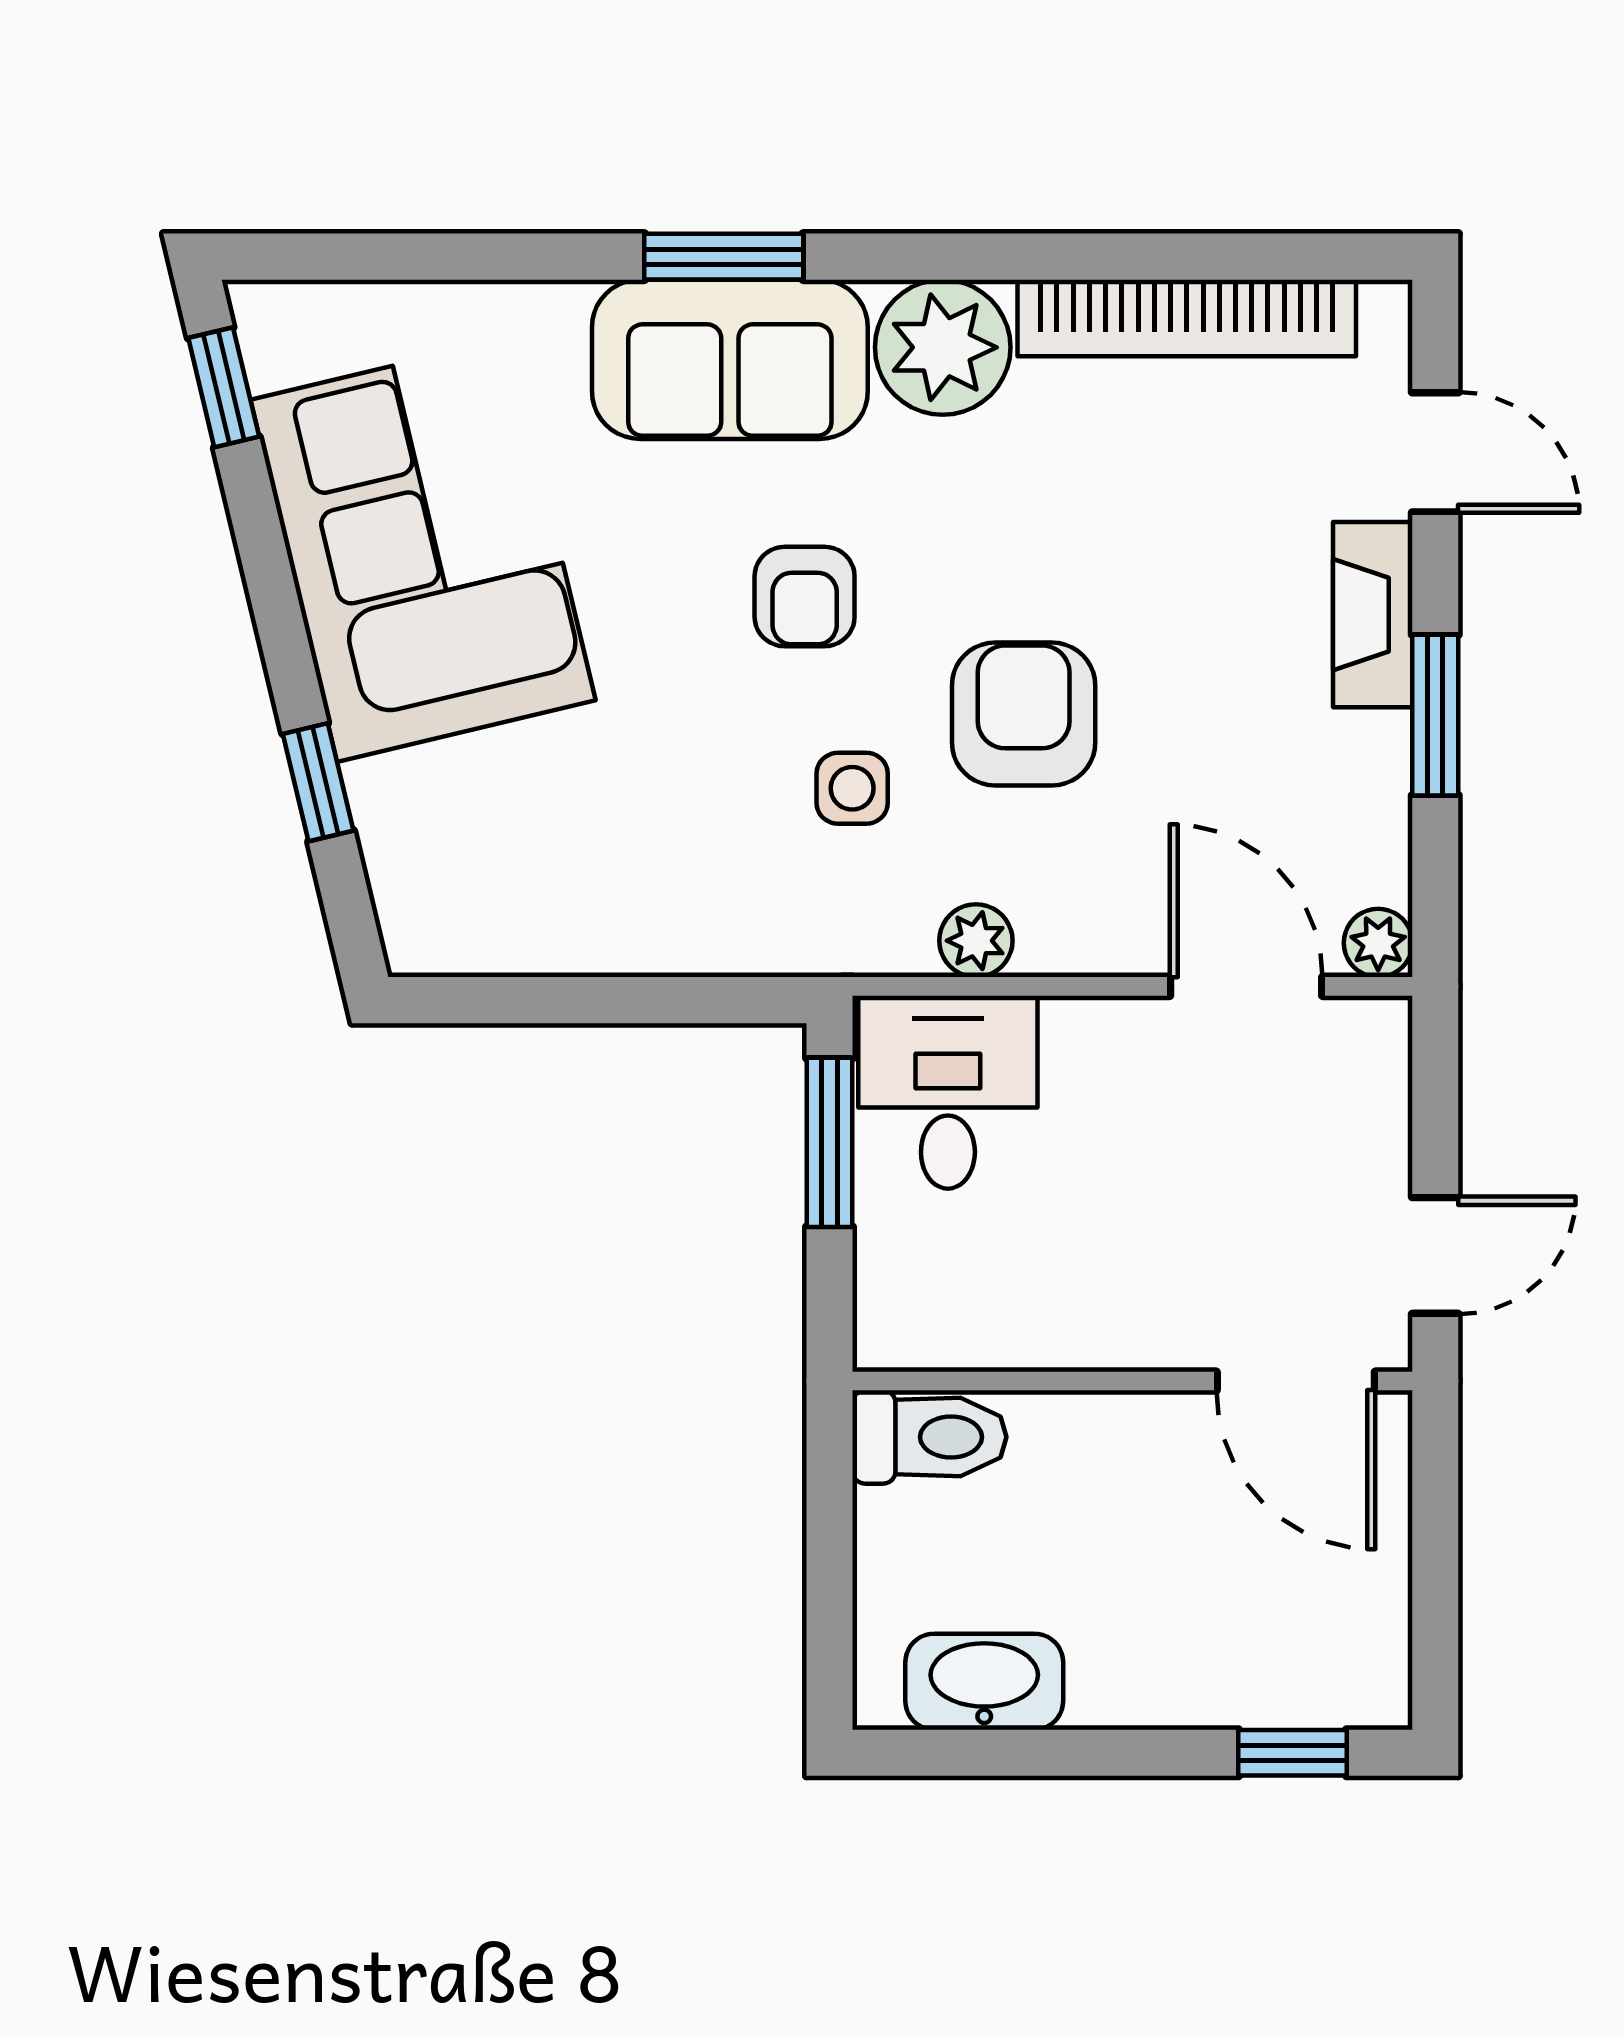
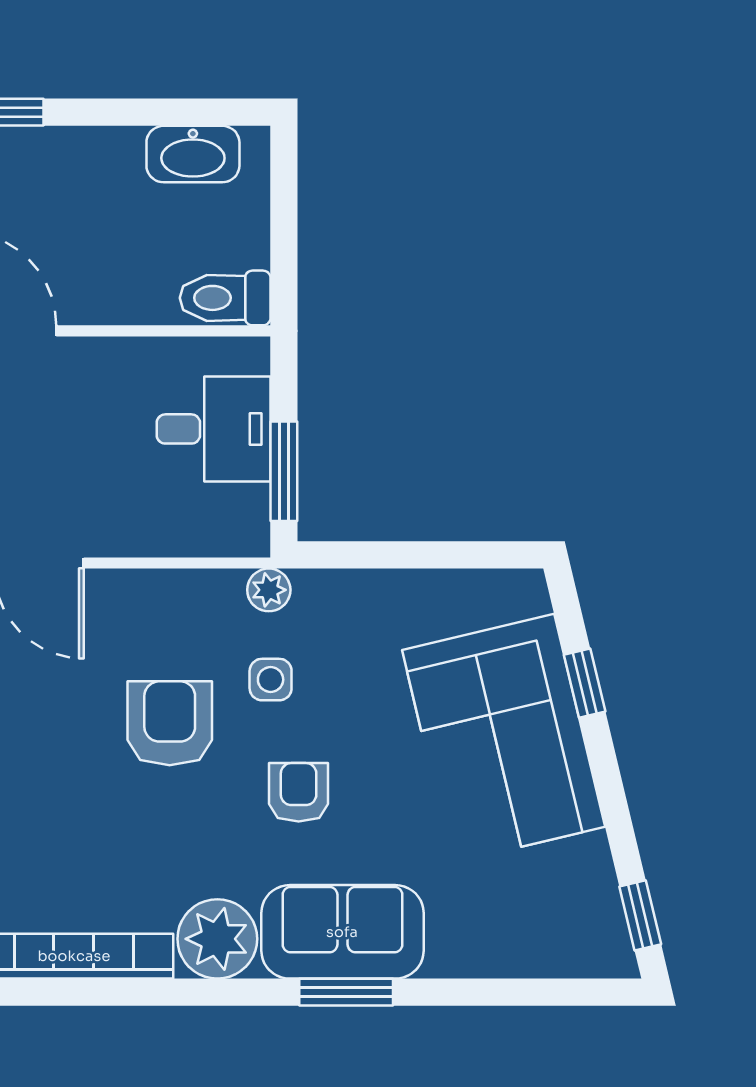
corner sofa: (423, 550) -> (504, 738), moved
armchair: (1024, 714) -> (170, 723), turned 180
plant: (976, 941) -> (269, 590), moved
desk: (948, 1092) -> (214, 429), moved, turned -90

